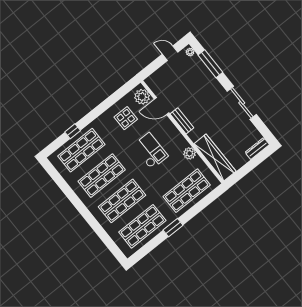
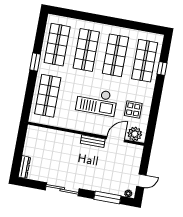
checkout: (150, 151) -> (97, 101), width x1.36, depth x1.21
plant: (190, 153) -> (68, 123), removed
wardrobe: (215, 158) -> (48, 136), removed

